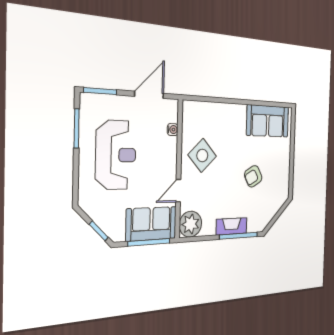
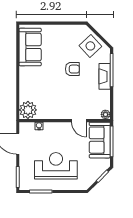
plant: (194, 114) -> (28, 110), added
side table: (202, 155) -> (90, 46), moved
armchair: (253, 176) -> (72, 69), moved, turned -61
plant: (190, 224) -> (105, 114), width x0.53, depth x0.53

